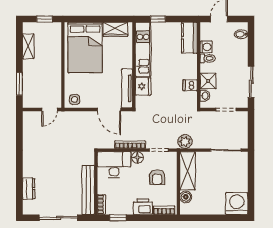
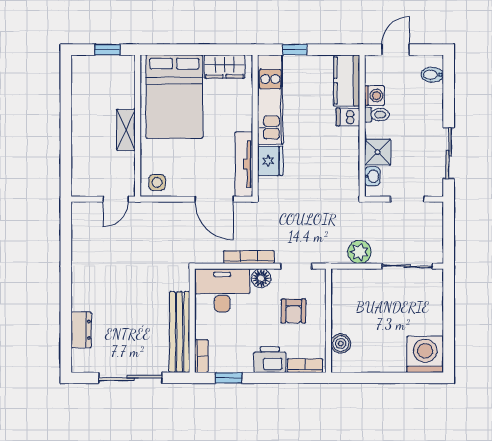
shelving: (28, 46) -> (126, 130), moved
window: (19, 84) -> (66, 157), removed
dishwasher: (190, 85) -> (348, 117), moved
plant: (185, 142) -> (359, 252), moved
shelving: (187, 171) -> (344, 300), removed

